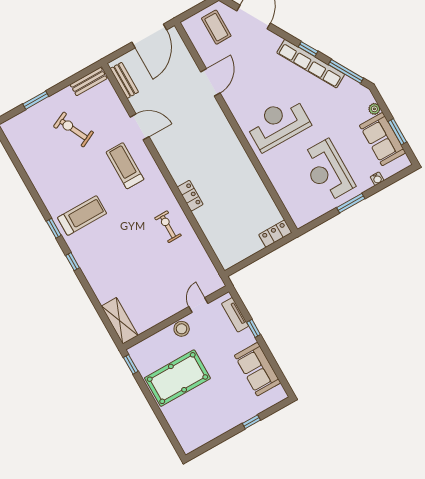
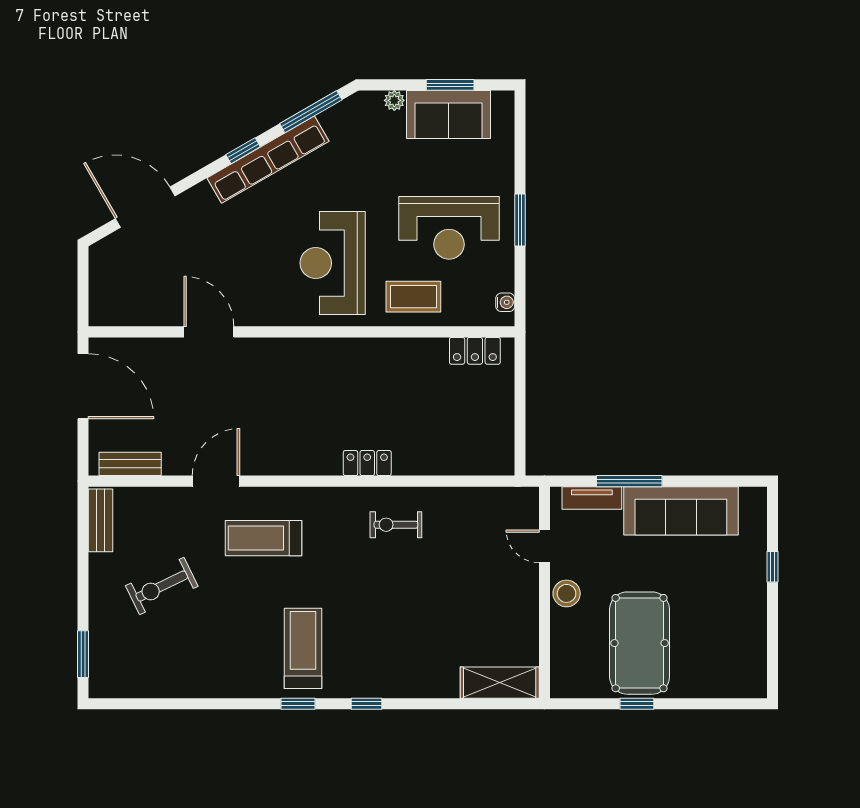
coffee table: (216, 27) -> (413, 297), moved
window: (36, 100) -> (83, 654), moved
water cooler: (377, 179) -> (505, 302), moved
locker: (275, 234) -> (475, 351), moved, turned -90
window: (254, 328) -> (629, 481), width x2.17
window: (131, 364) -> (637, 704), moved
sofa: (258, 369) -> (681, 511), width x1.36

